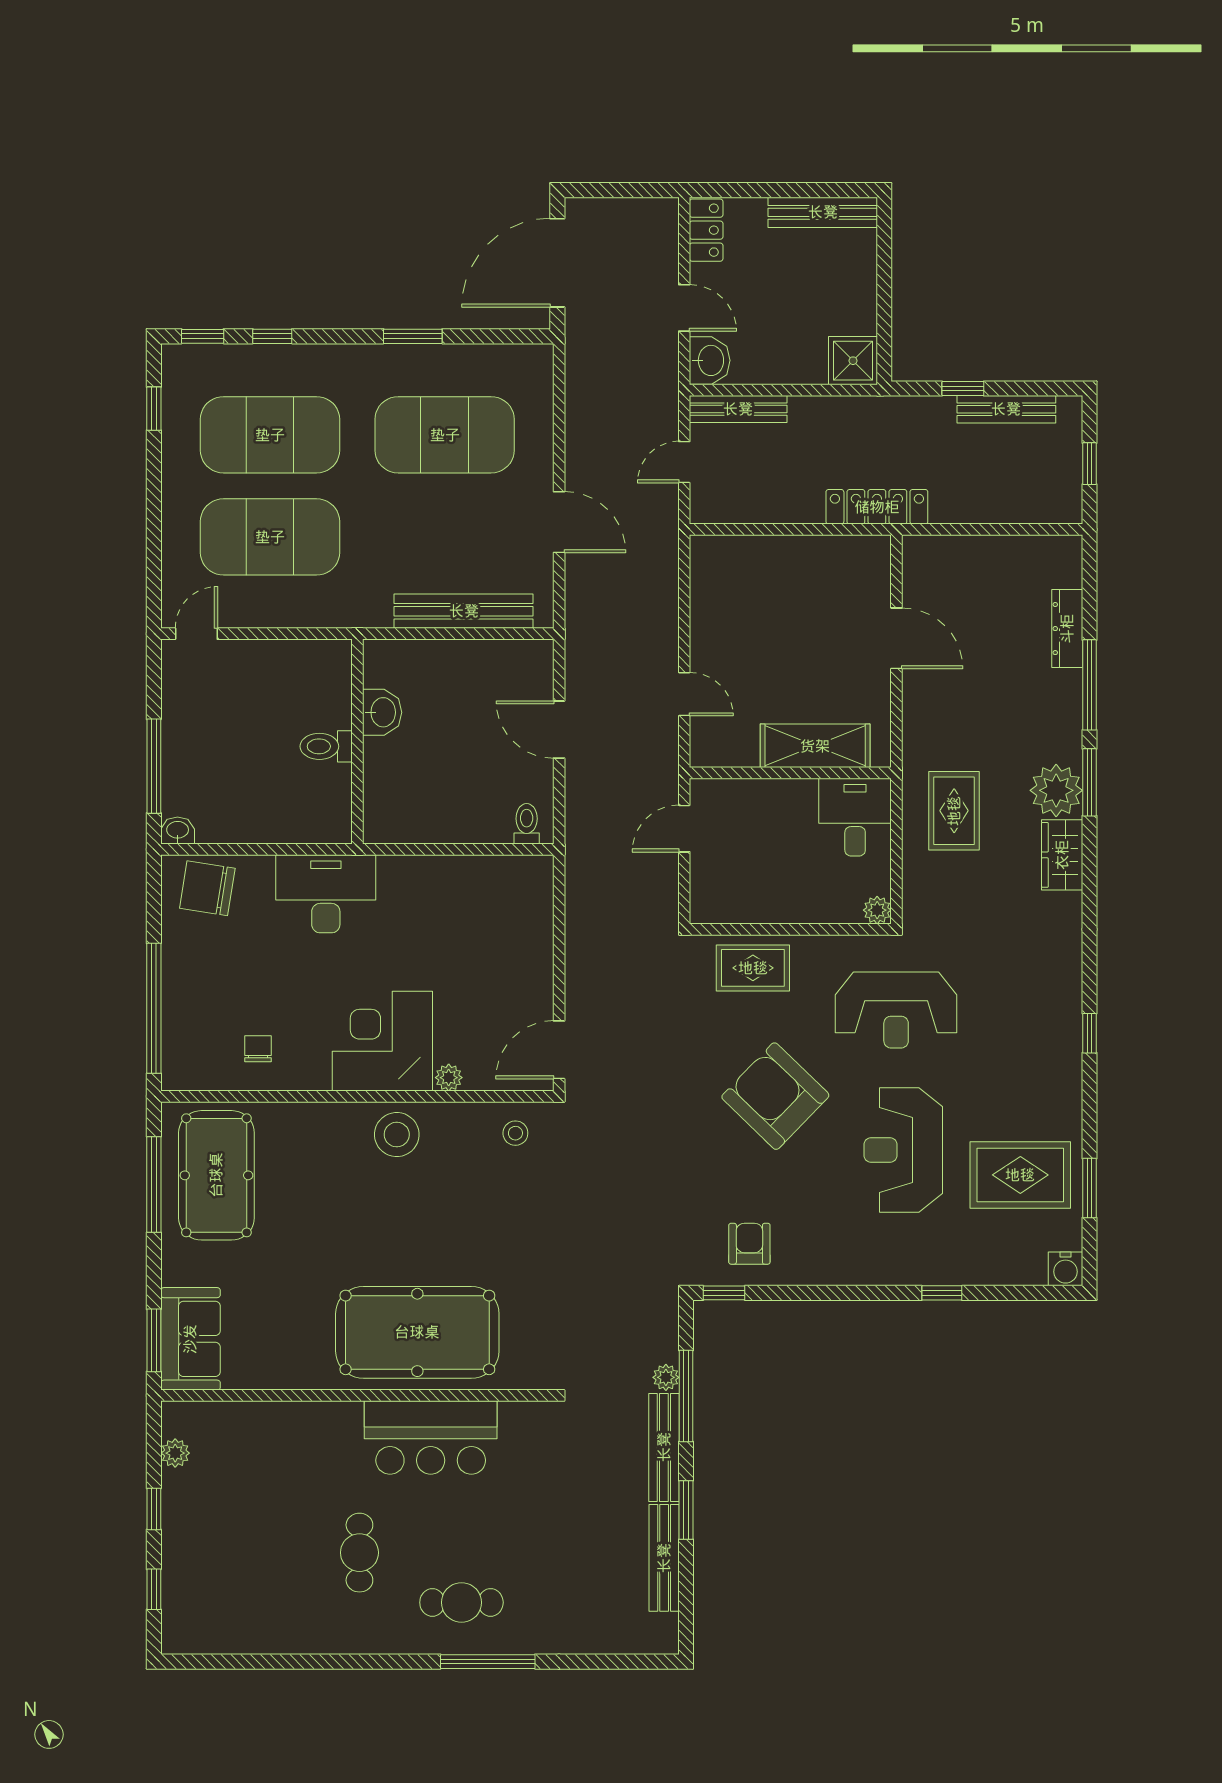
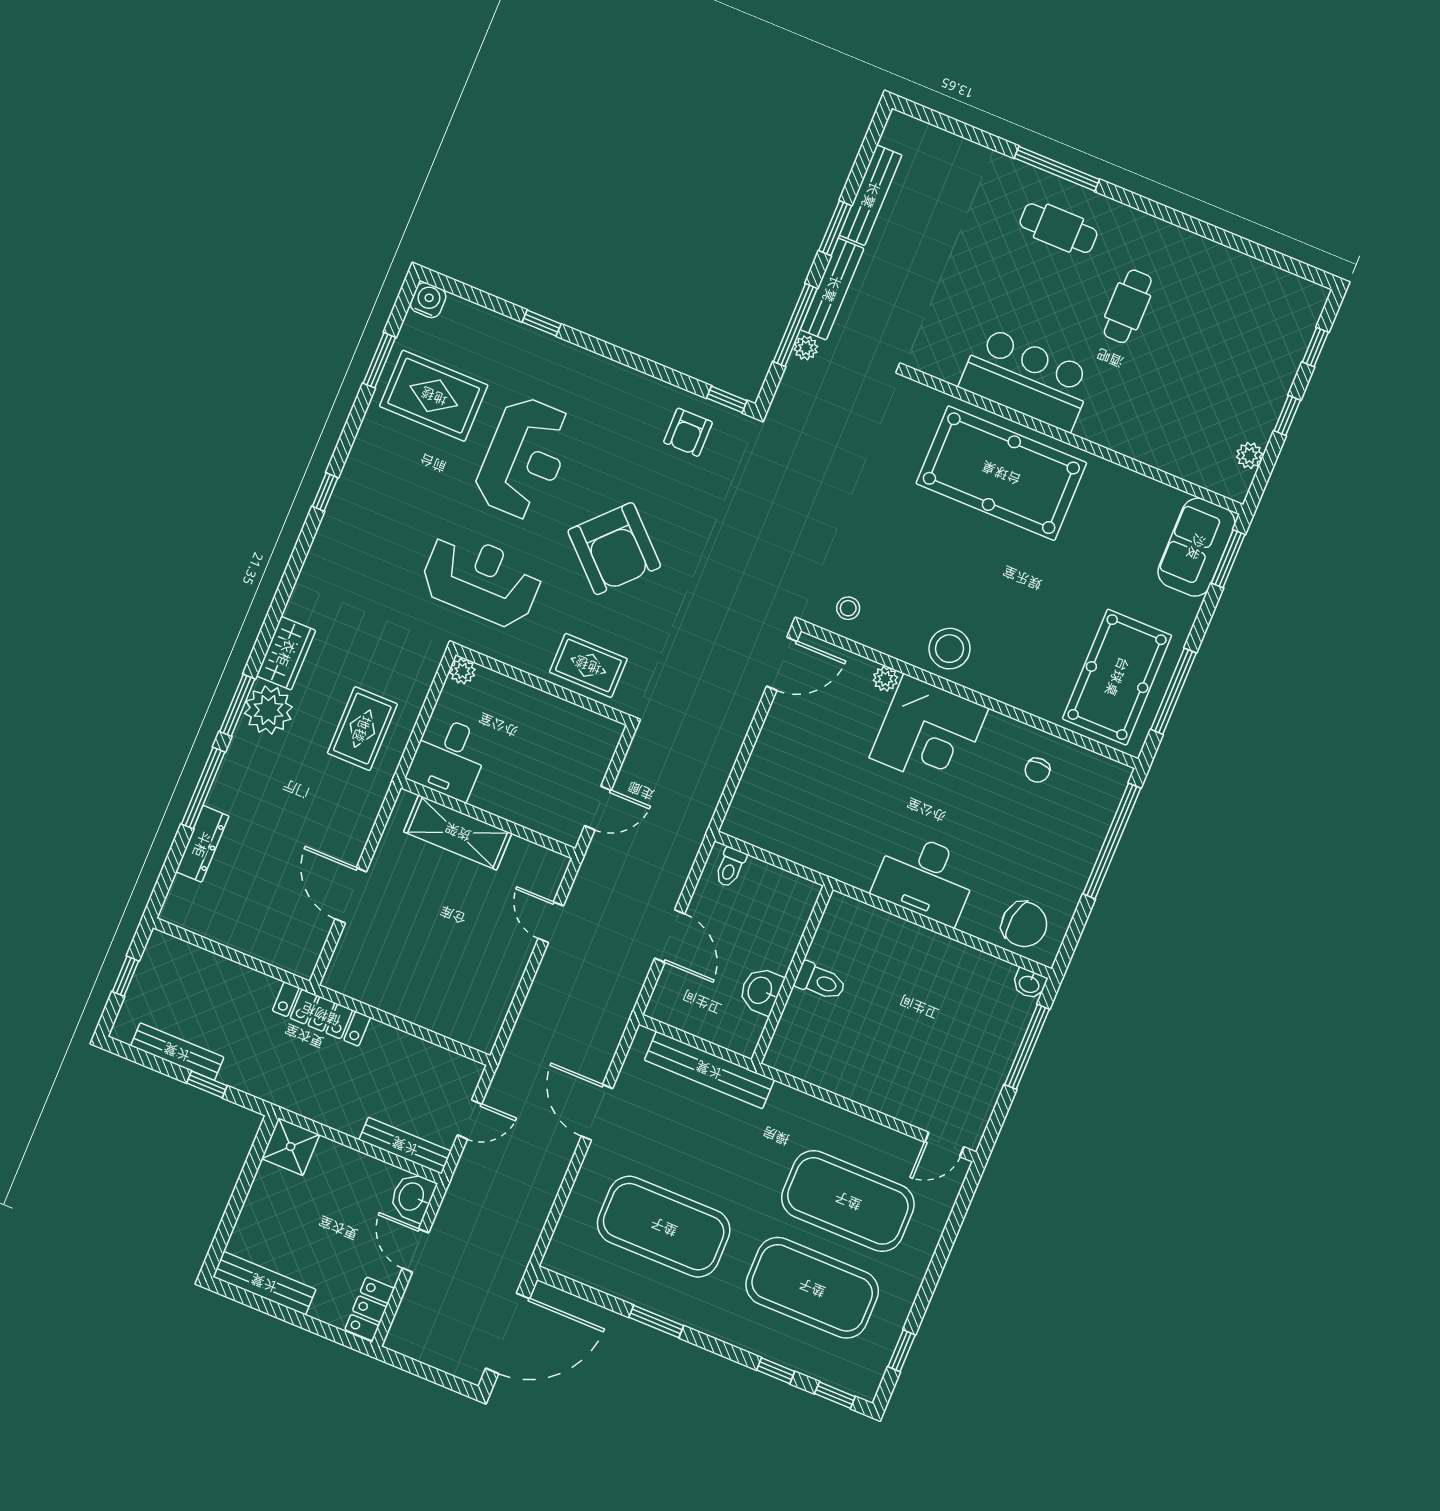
washbasin: (382, 712) -> (761, 991), moved
wall: (357, 742) -> (792, 975), moved
toilet: (326, 746) -> (820, 981), moved

